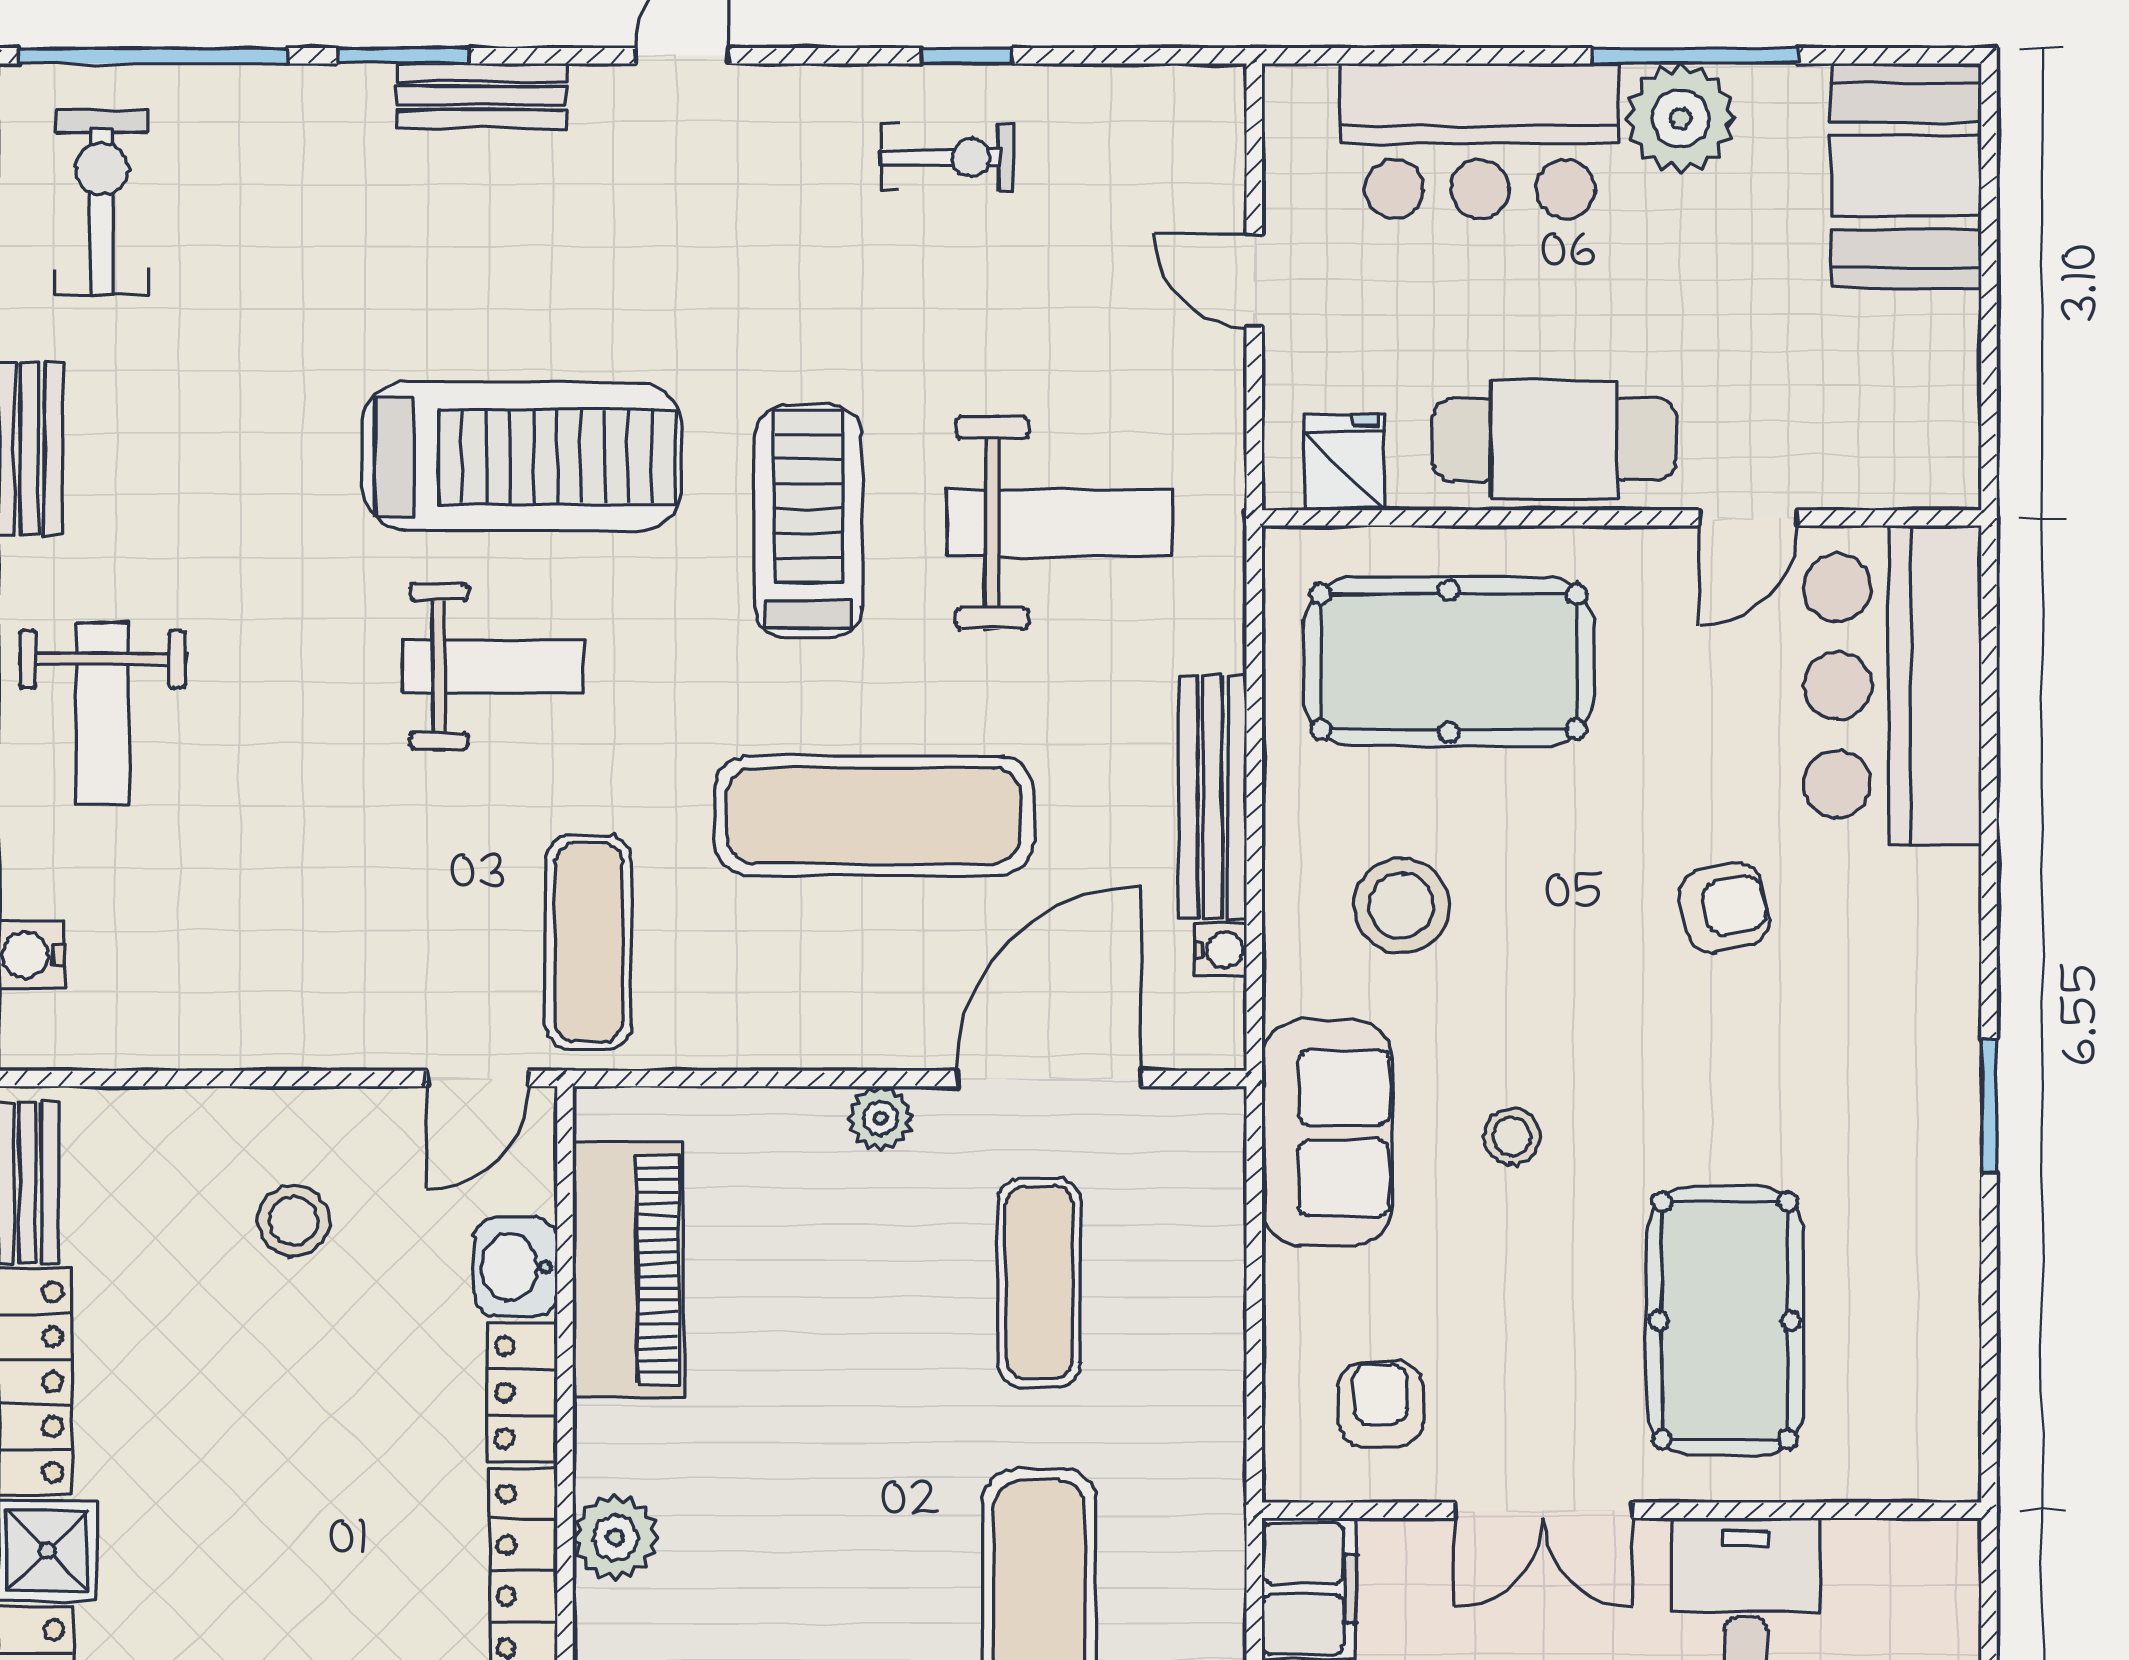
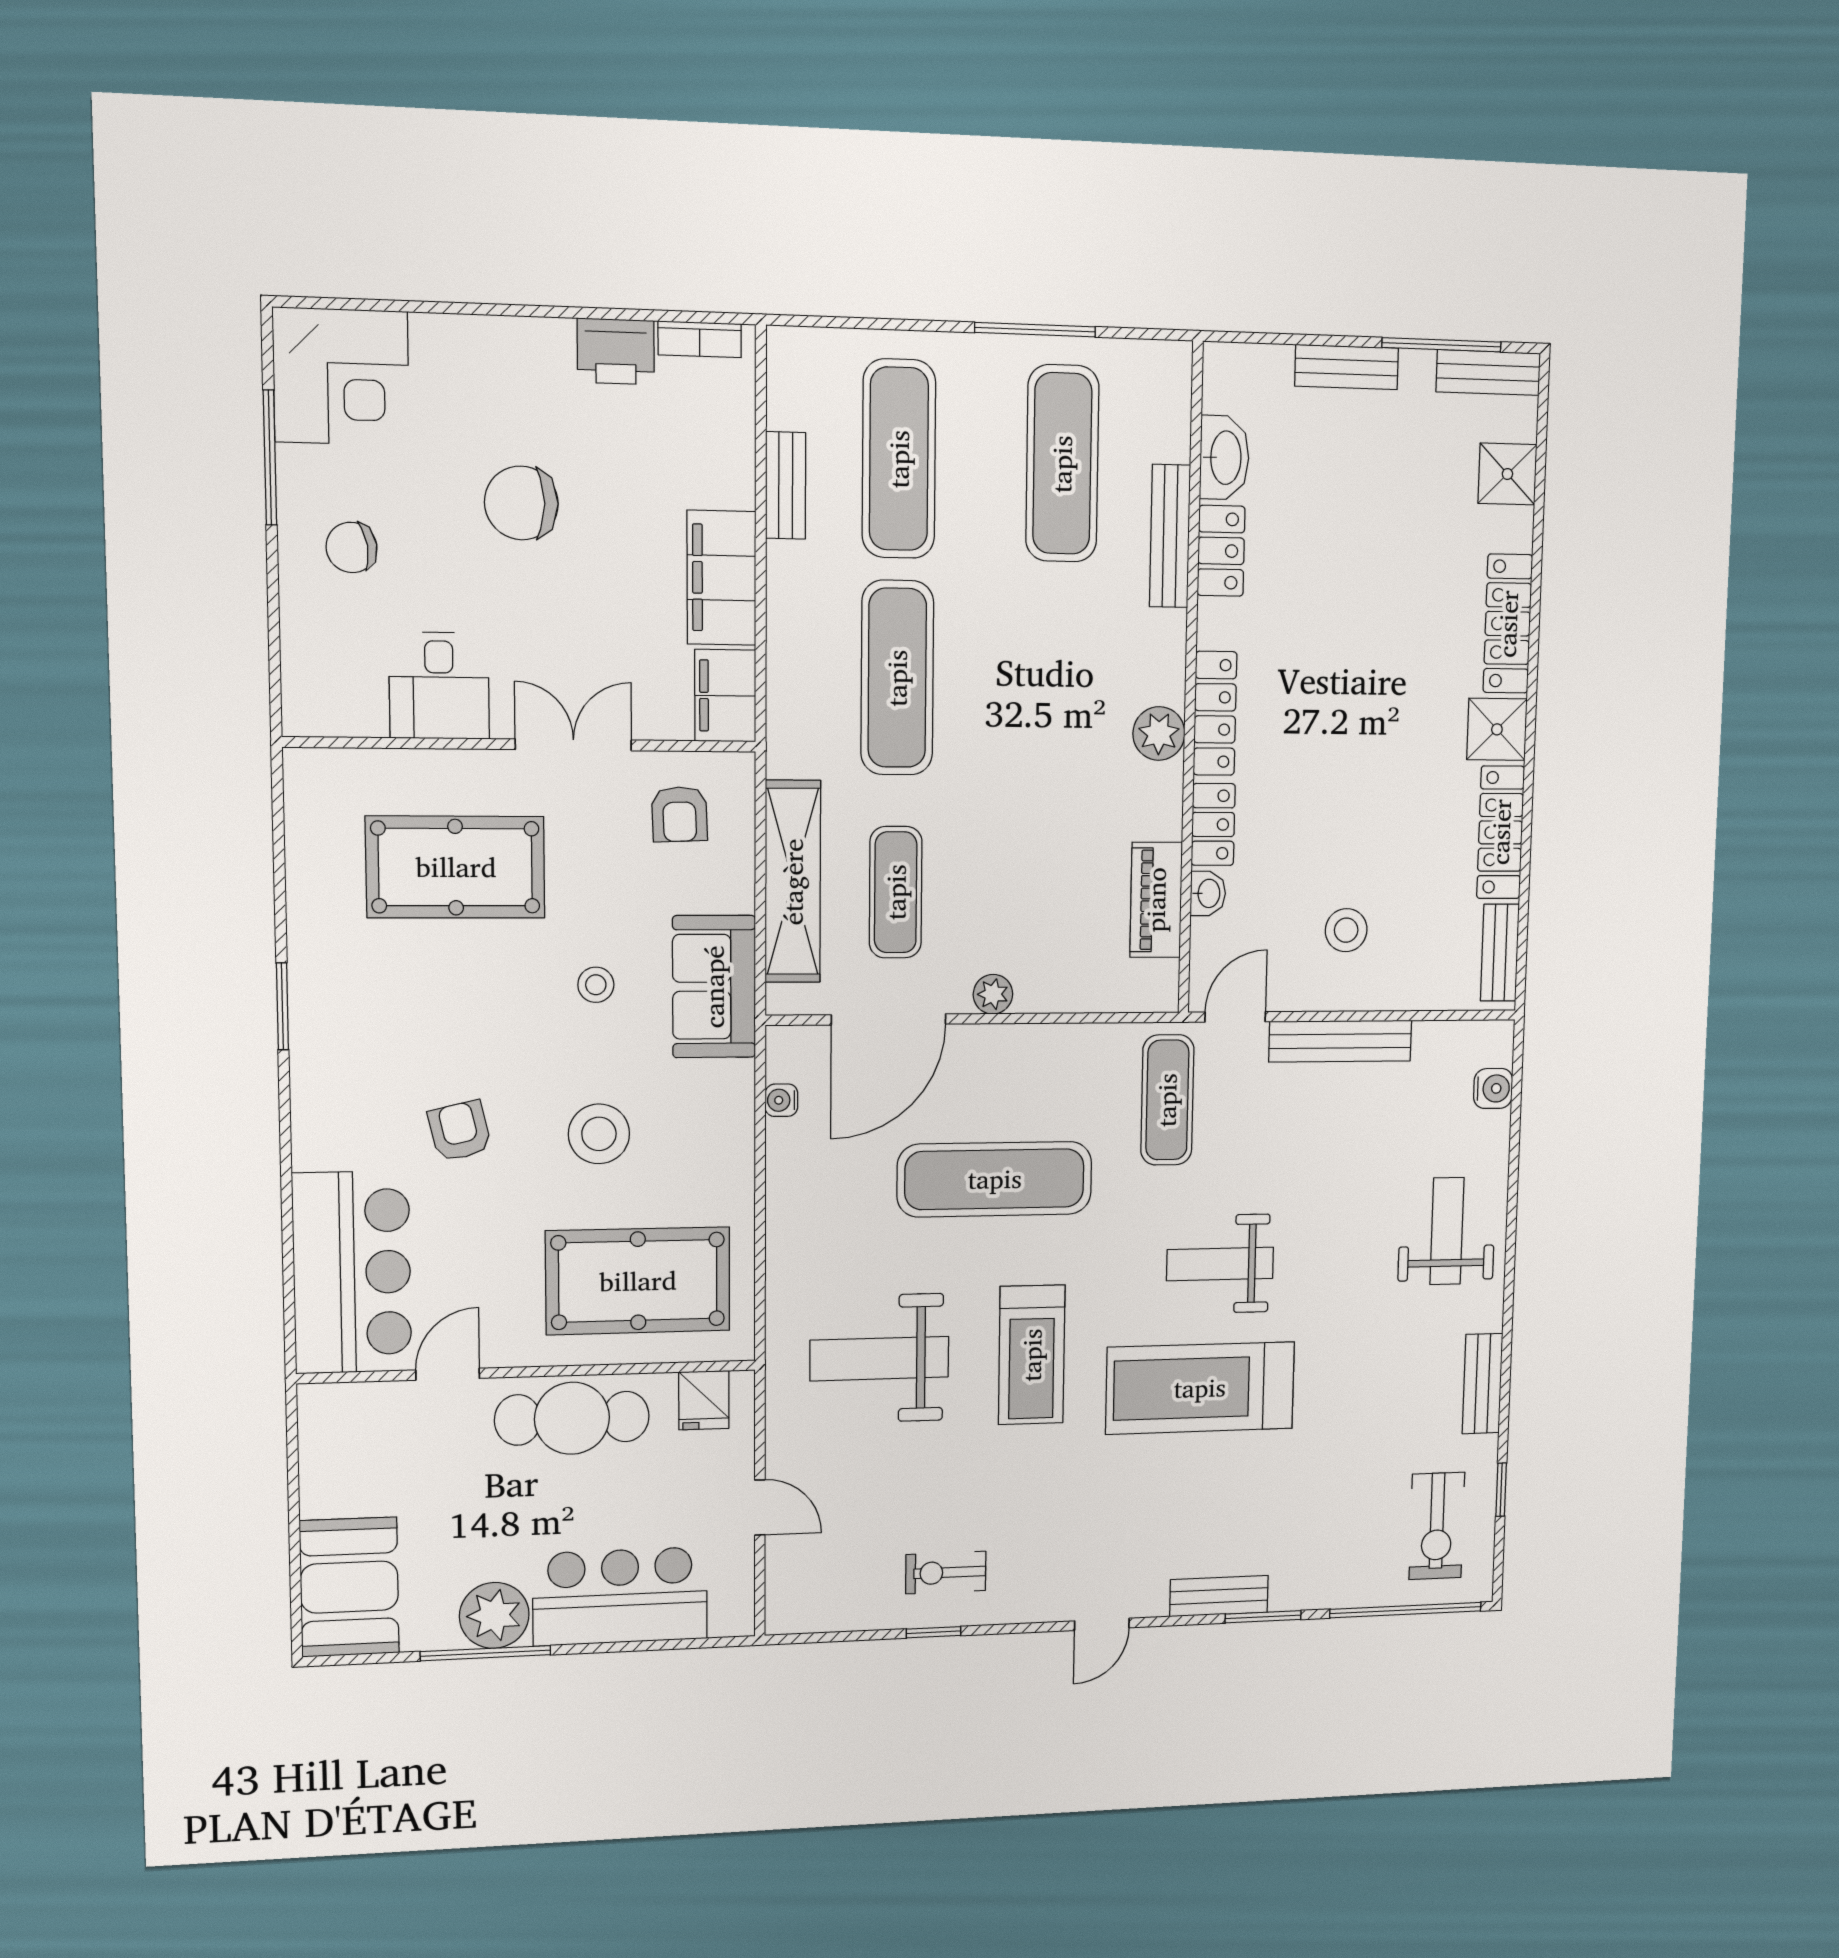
bench: (1213, 796) -> (1340, 1041), moved, turned 90
stool: (1401, 906) -> (599, 1134), moved
armchair: (1724, 908) -> (460, 1131), turned 89
washbasin: (515, 1267) -> (1208, 893), width x0.72, depth x0.69
piano: (628, 1270) -> (1156, 900), width x0.73, depth x0.75
shelving: (1203, 1299) -> (793, 882), added
pool table: (1725, 1321) -> (456, 867), turned 90

